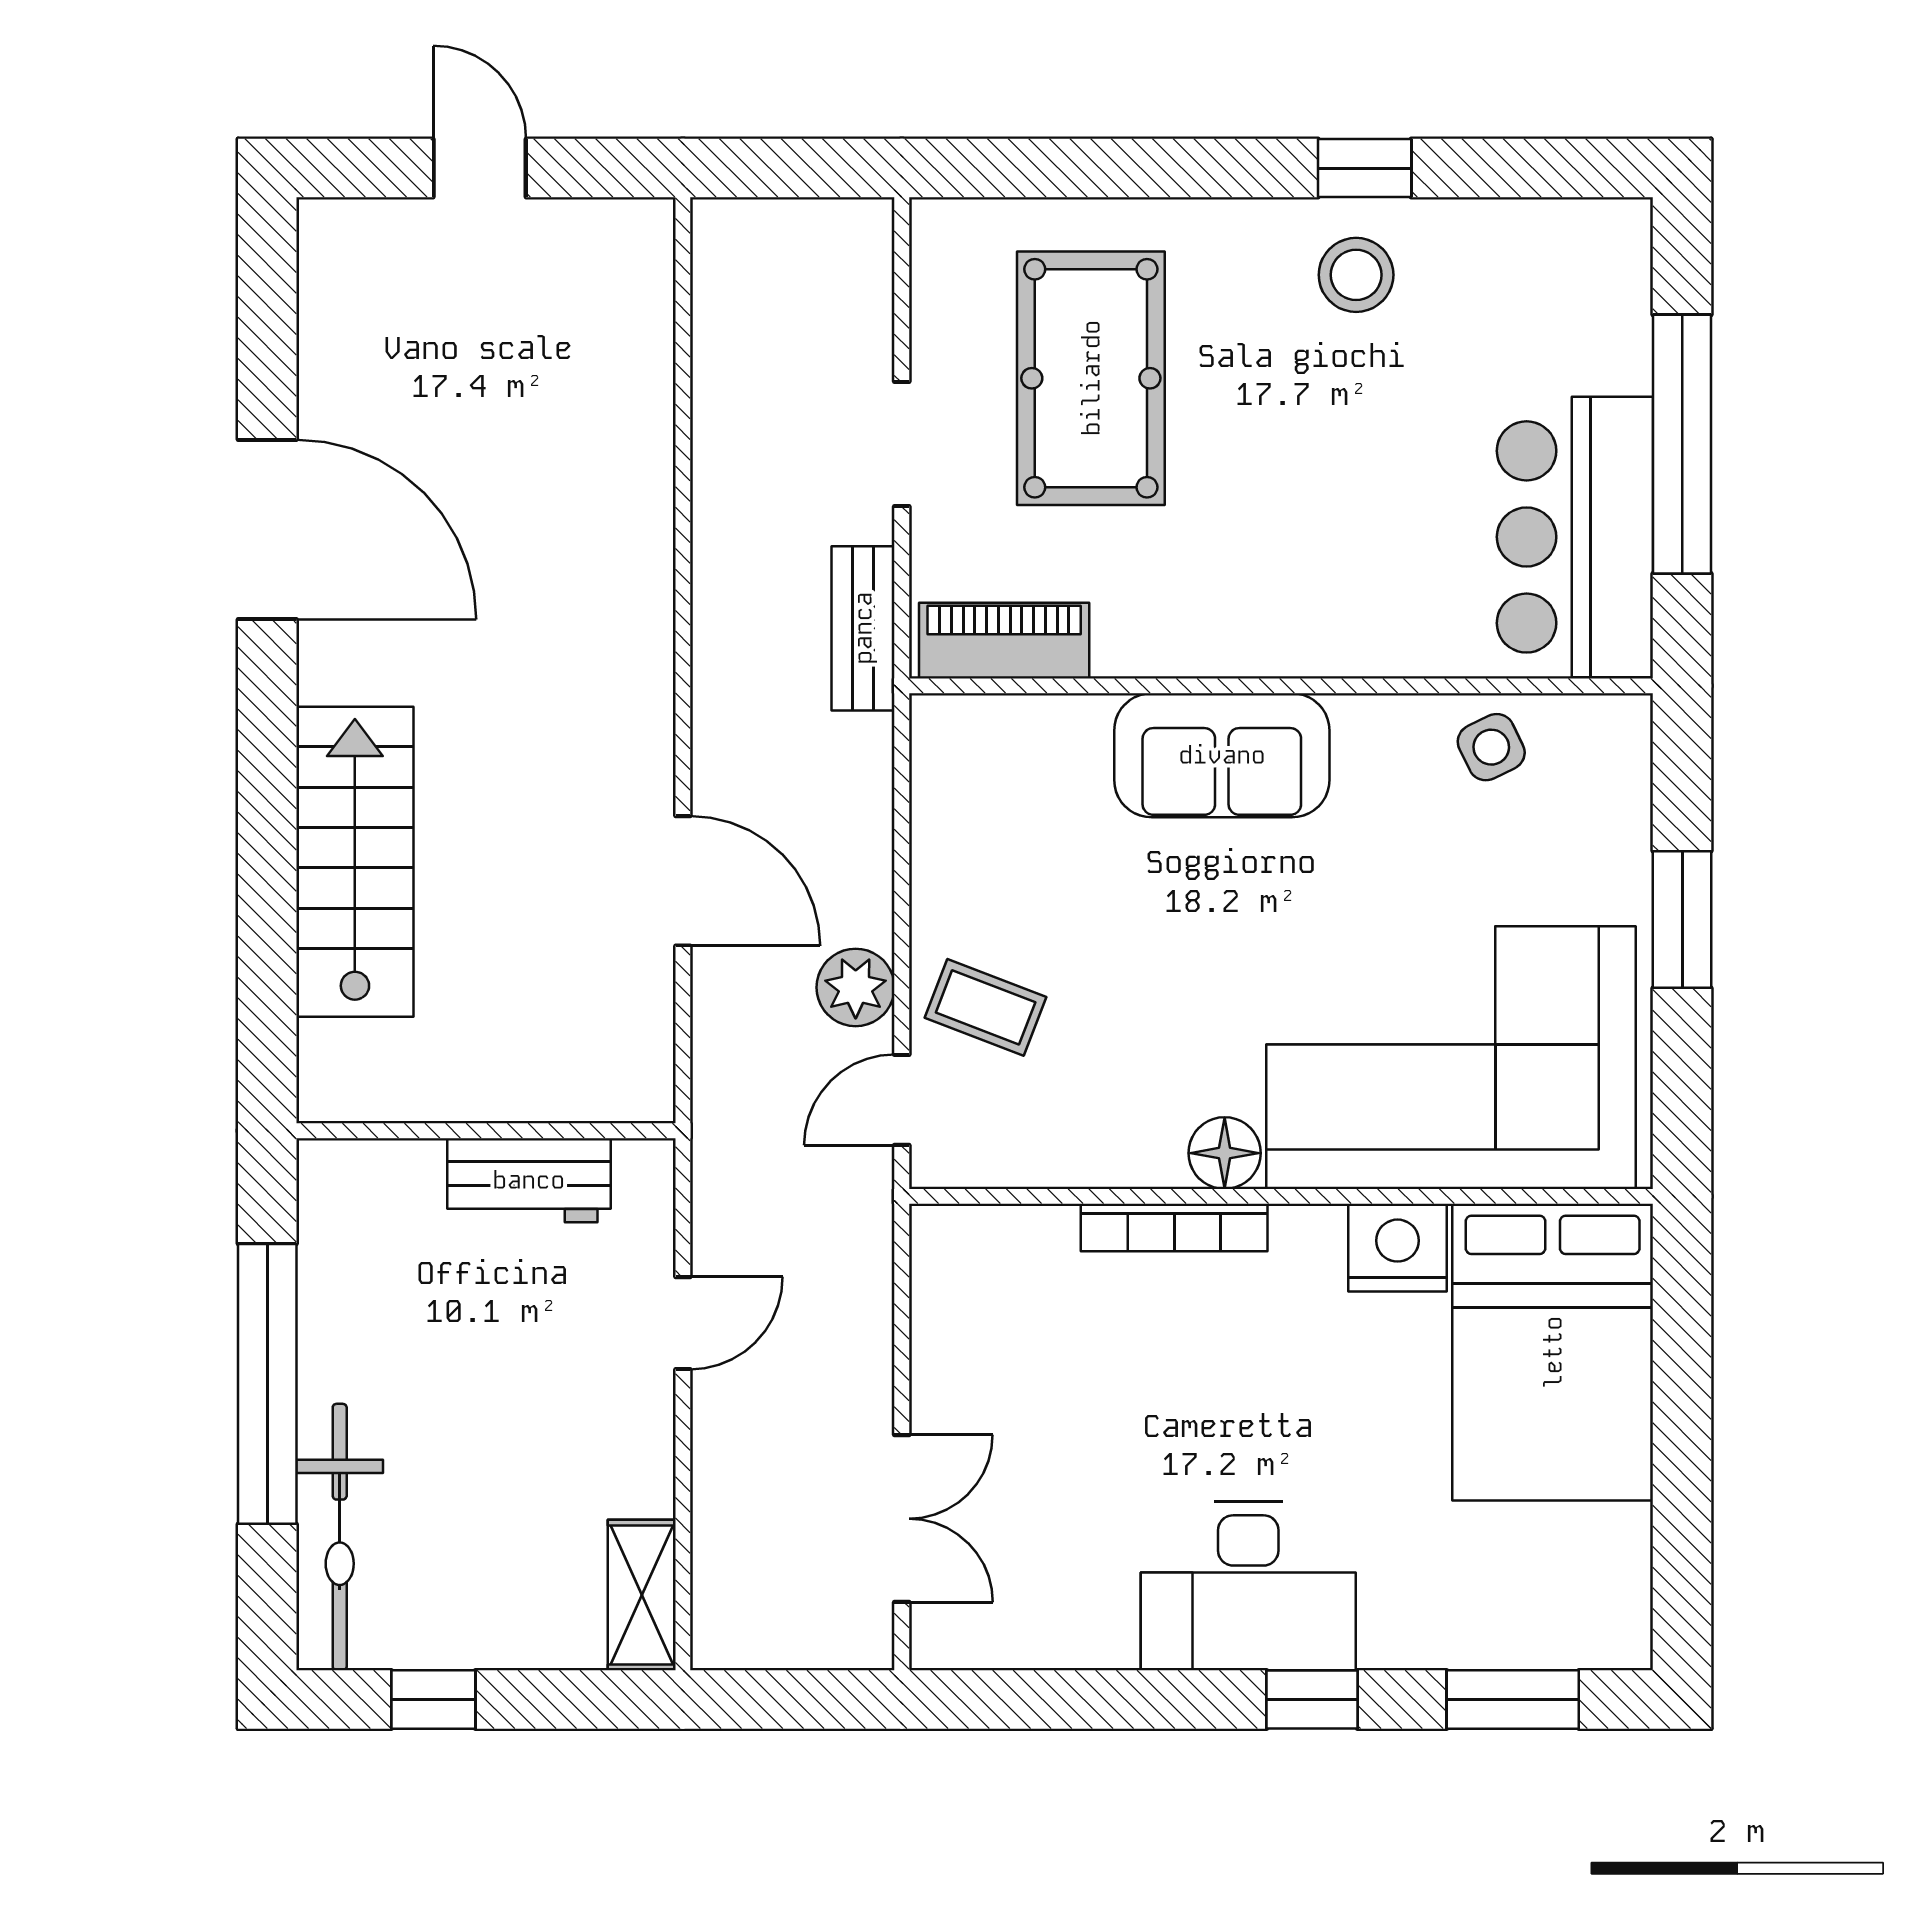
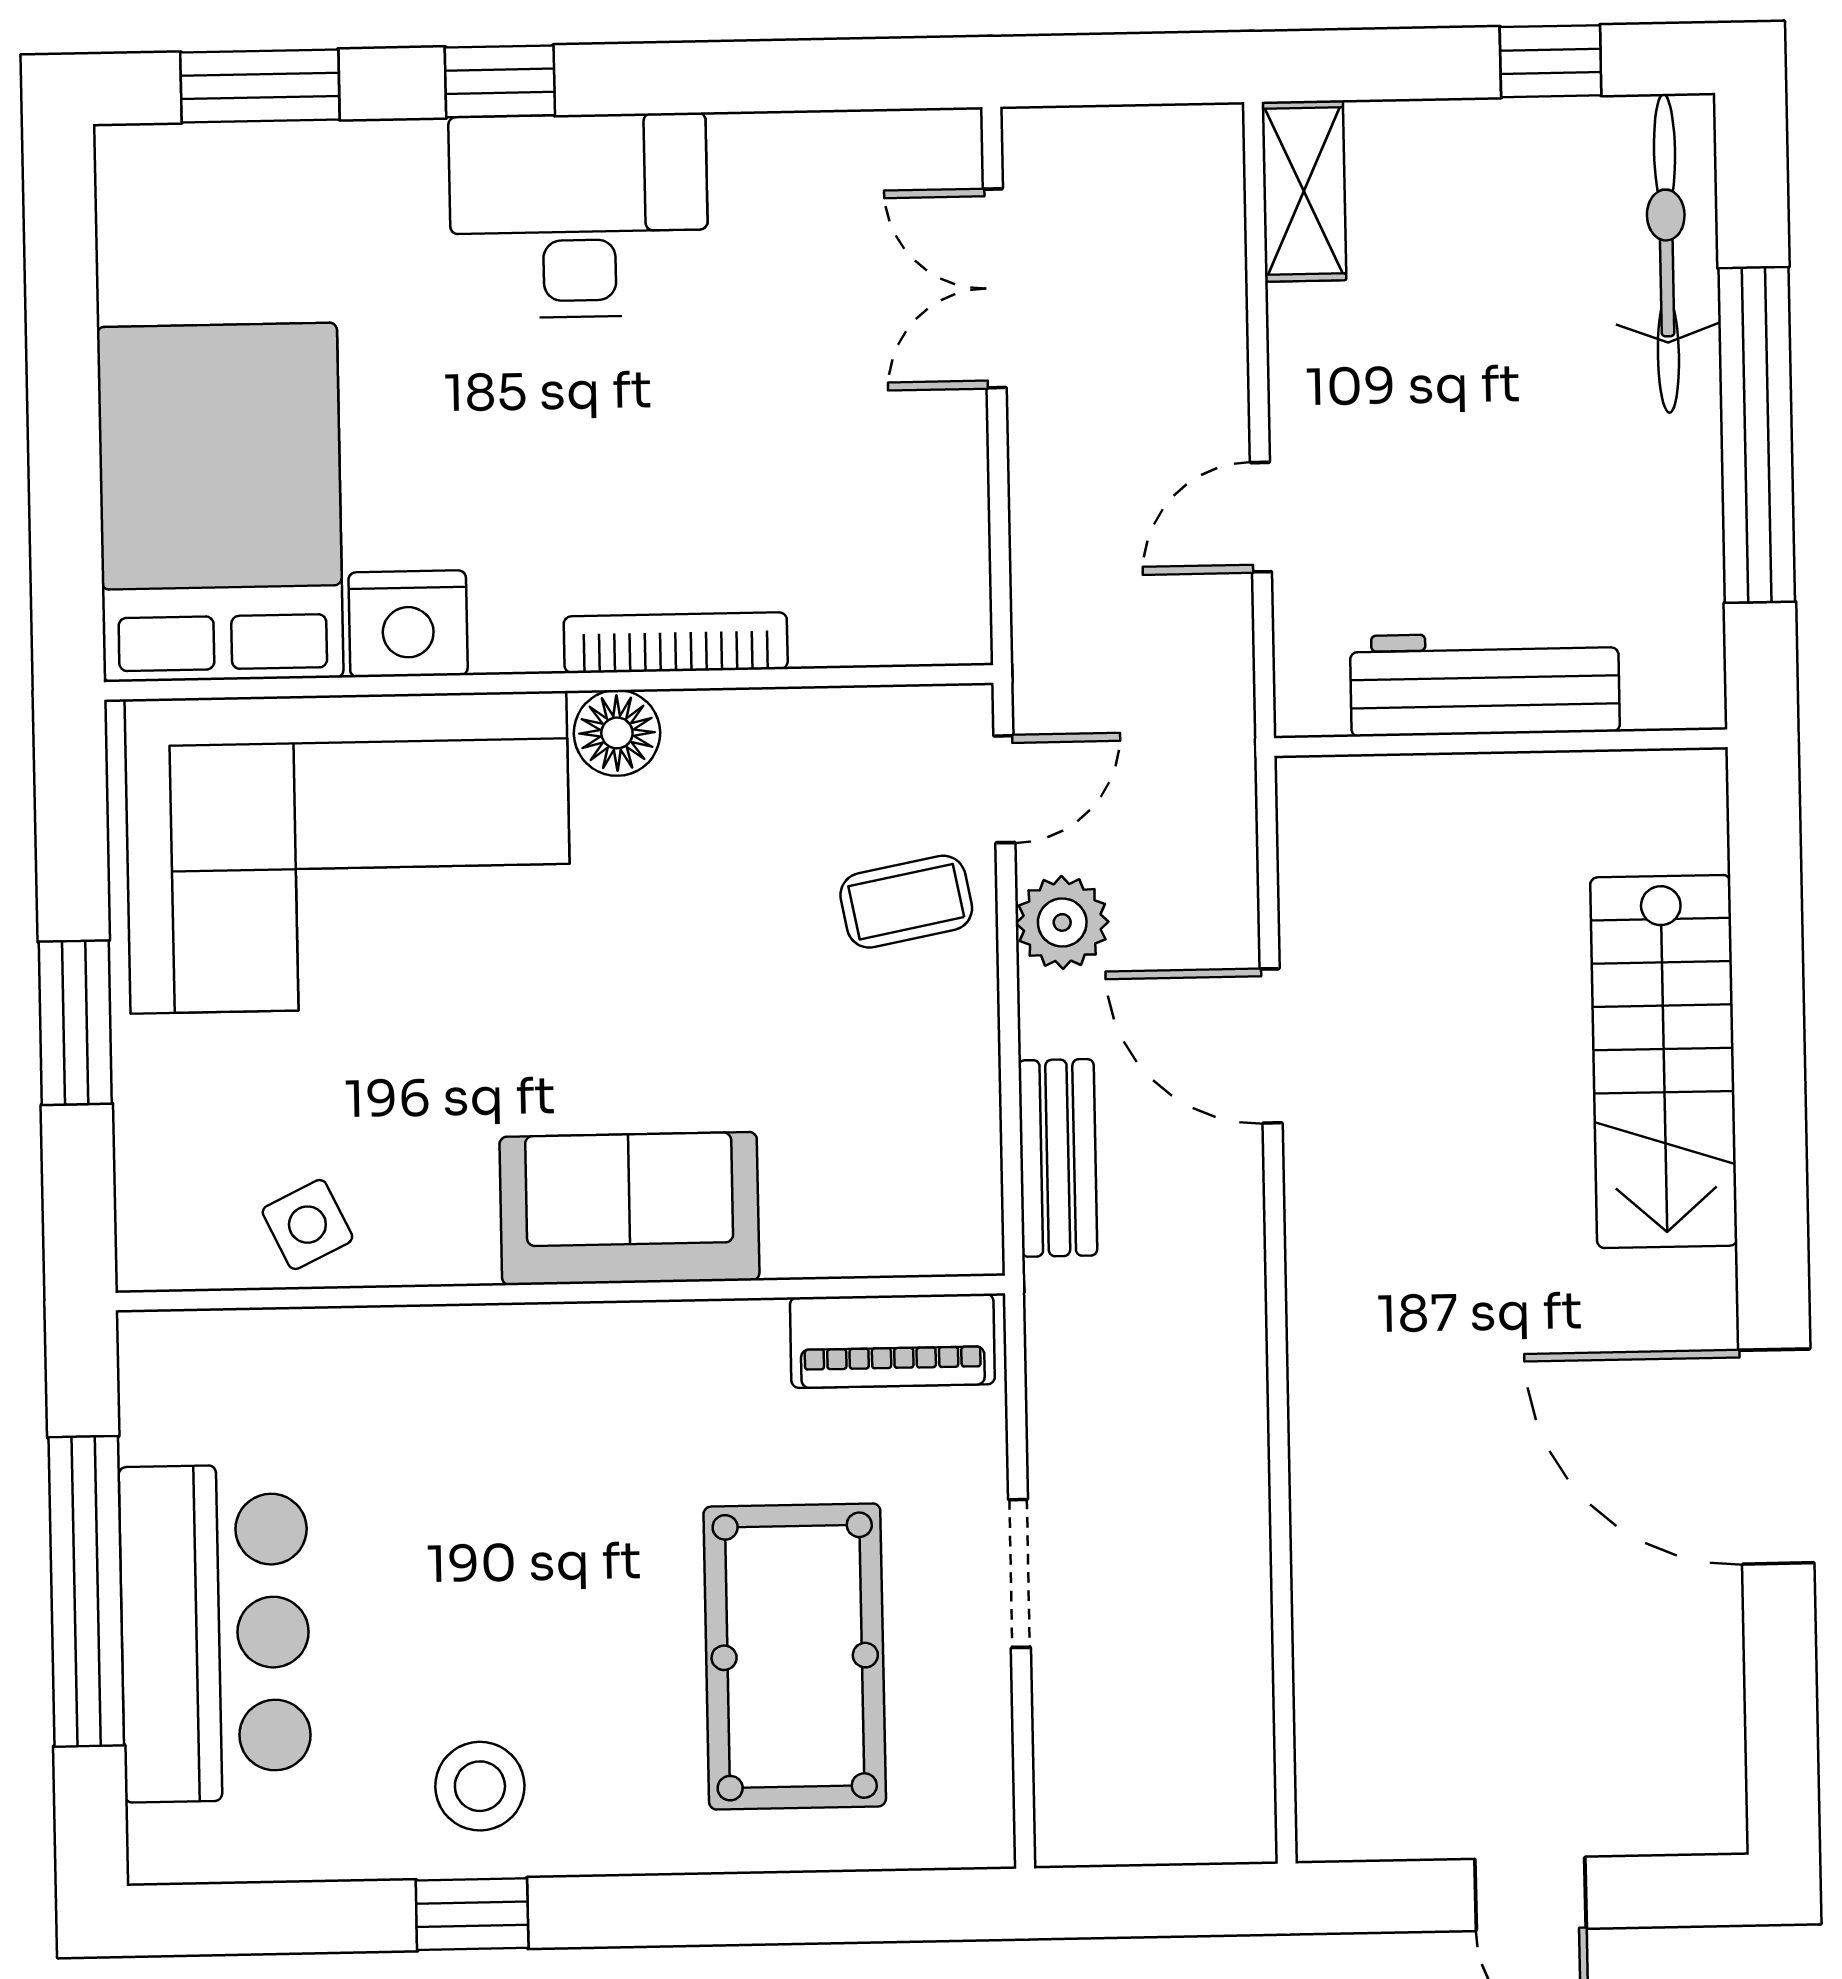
bar counter: (1575, 537) -> (215, 1633), moved
bench: (863, 628) -> (1058, 1158), moved
coffee table: (986, 1007) -> (906, 902), turned -32
workbench: (529, 1180) -> (1485, 684), width x1.38

